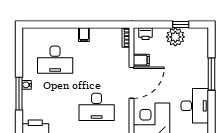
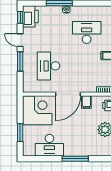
desk: (55, 60) -> (87, 32), turned 90
door: (131, 83) -> (68, 94), hinge flipped

